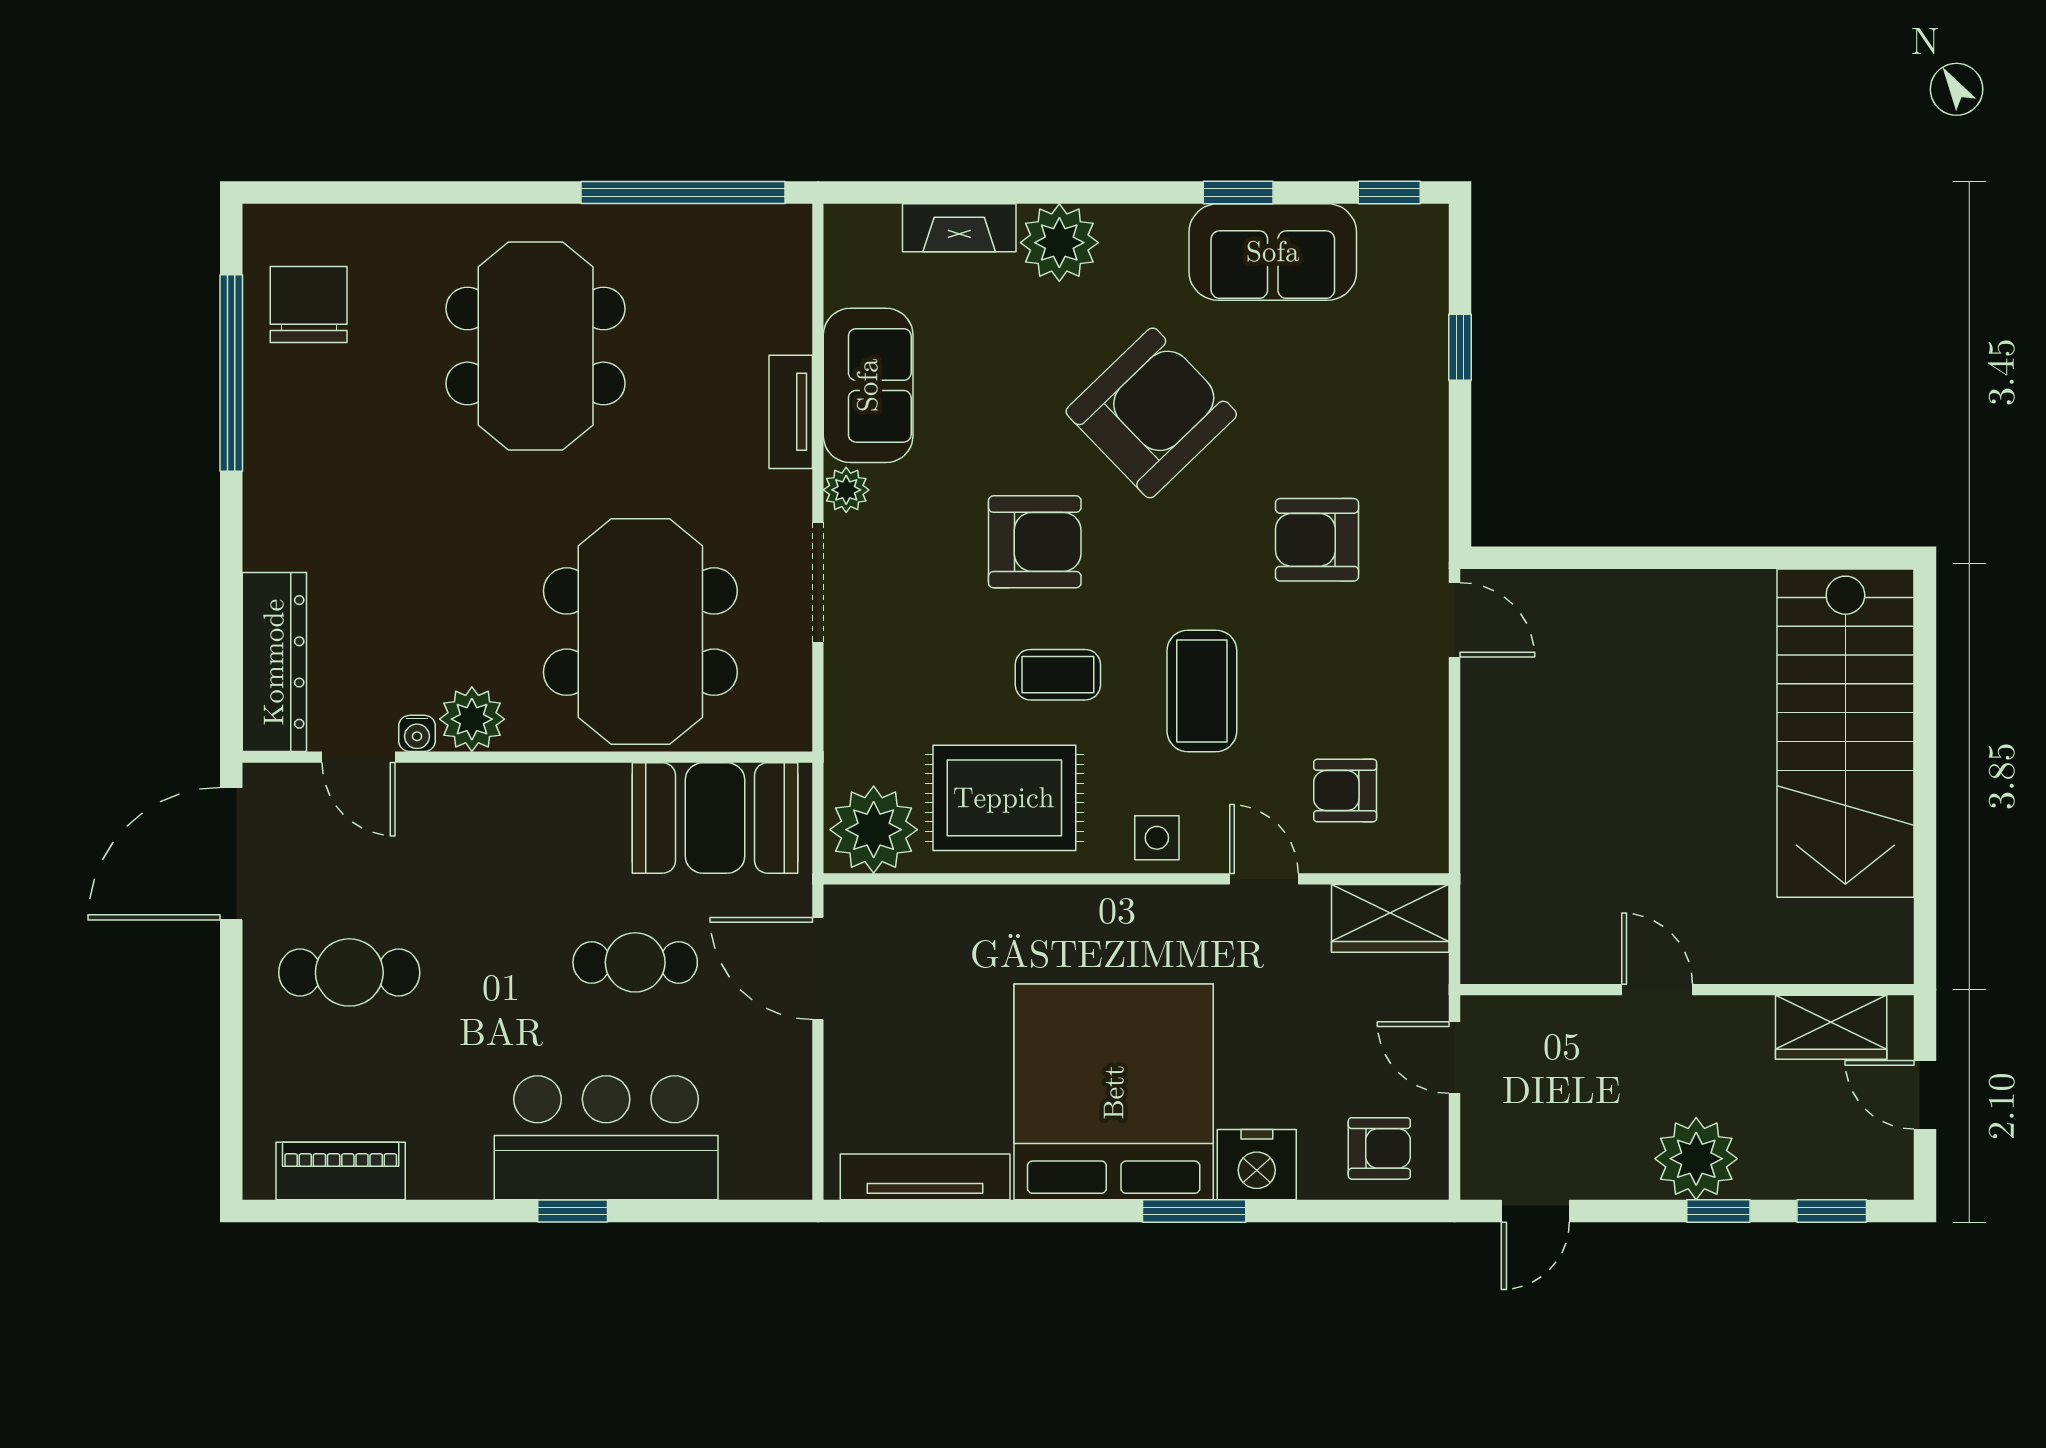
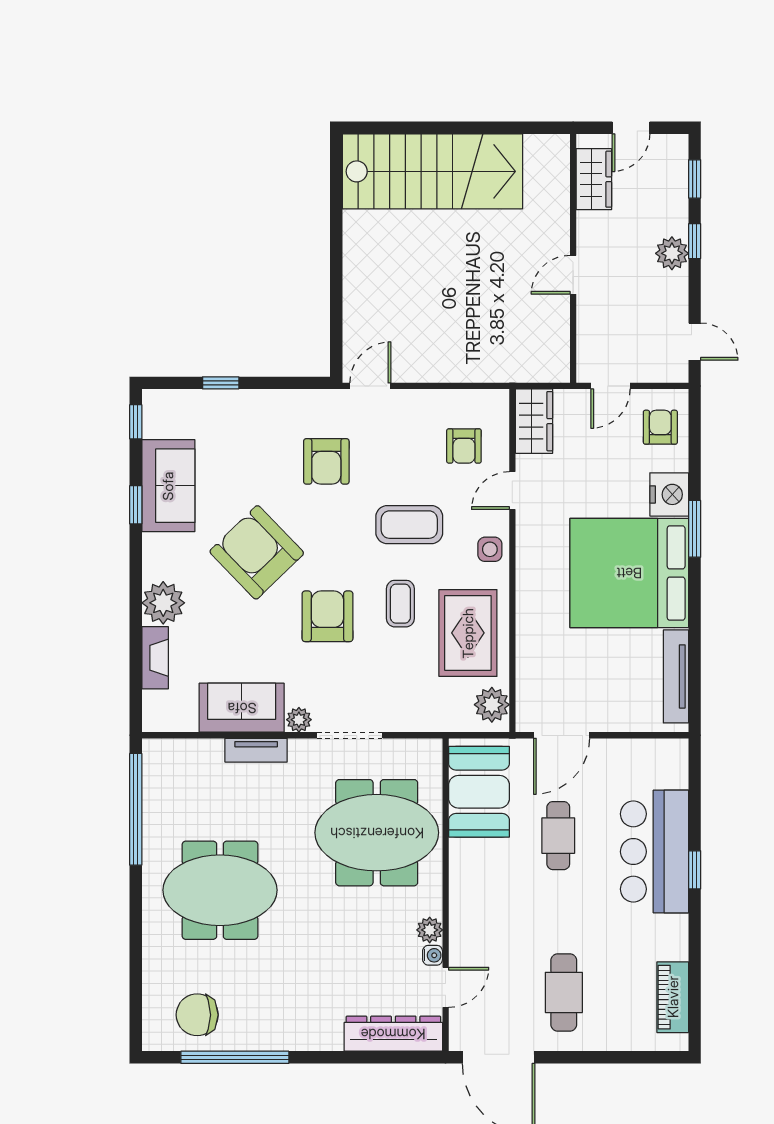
plant: (472, 719) -> (430, 930), width x0.73, depth x0.73
plant: (874, 830) -> (492, 705), width x0.73, depth x0.73
plant: (1696, 1159) -> (672, 253), width x0.73, depth x0.73

